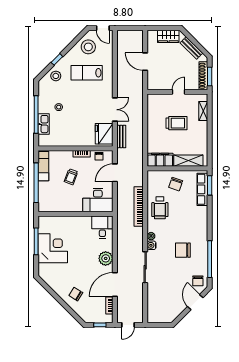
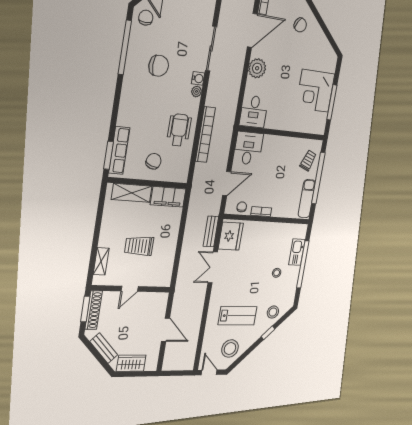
trolley: (71, 177) -> (308, 161), moved
desk: (98, 200) -> (248, 148), width x0.73

